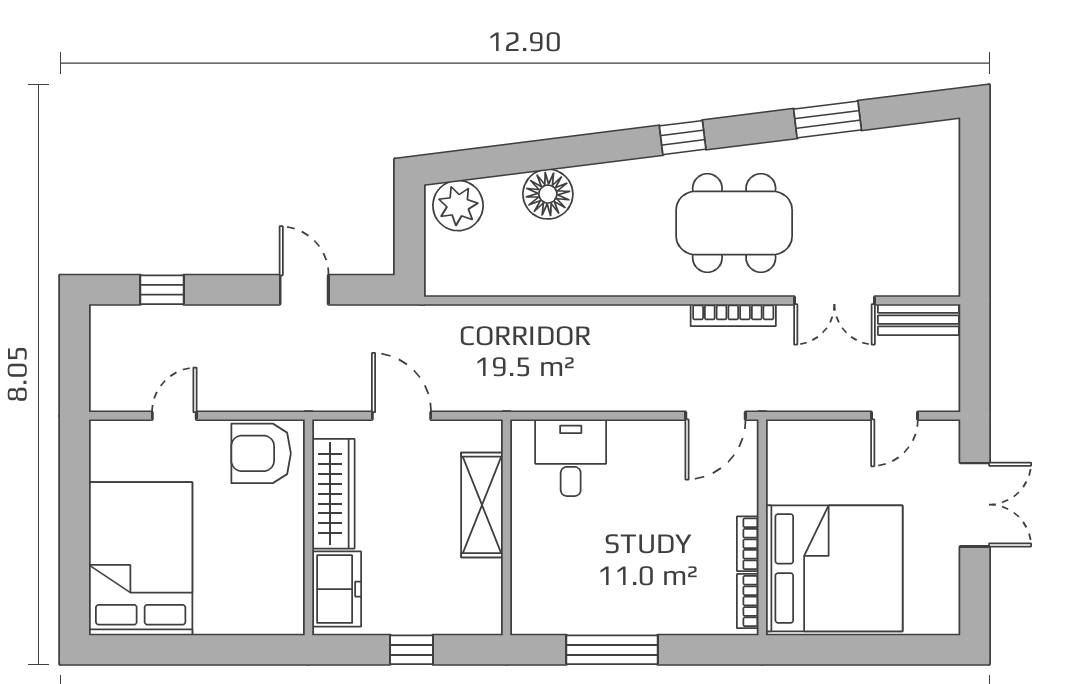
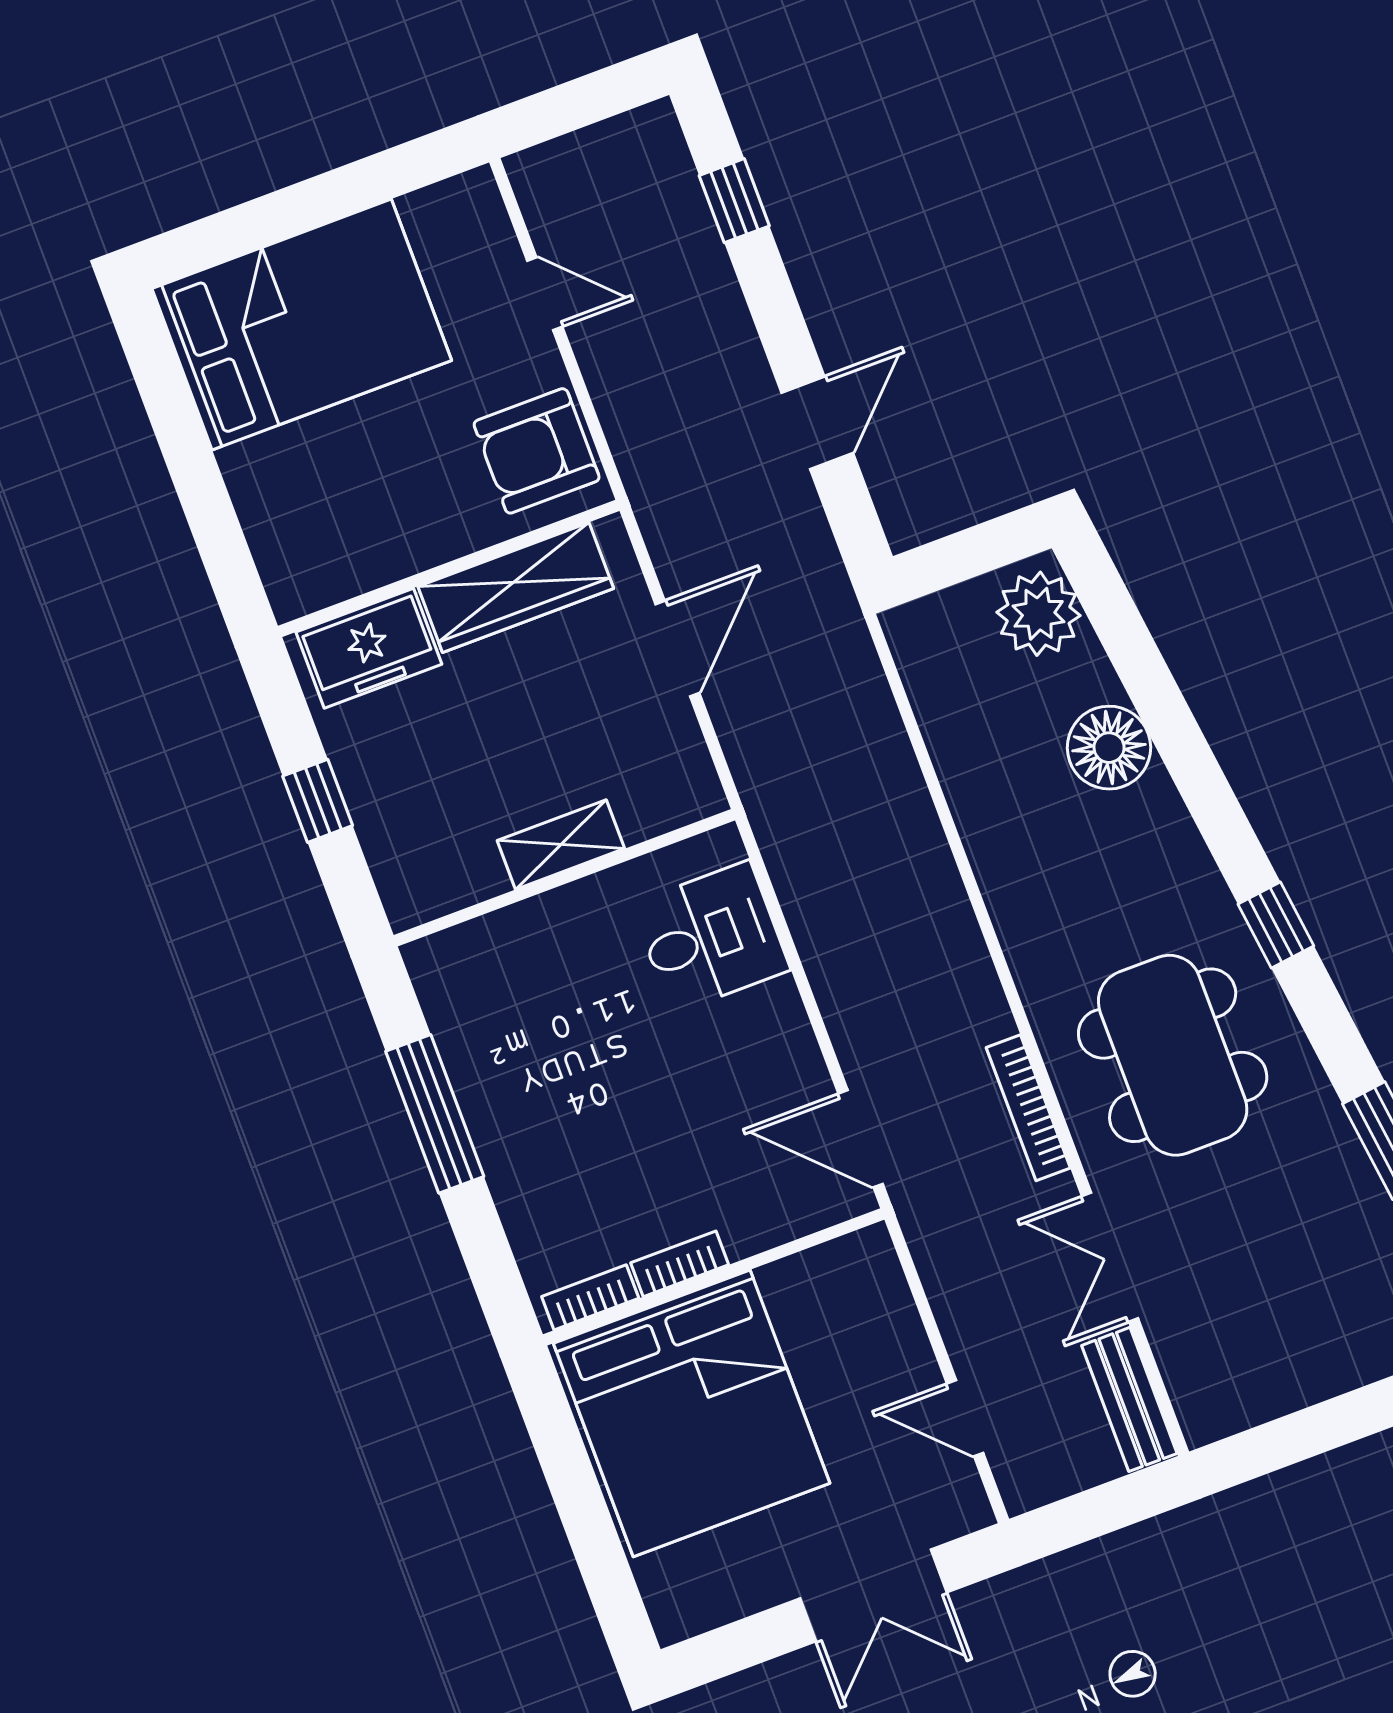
armchair: (261, 453) -> (537, 451), turned -90
shelving: (482, 505) -> (561, 845), width x0.67, depth x0.75

